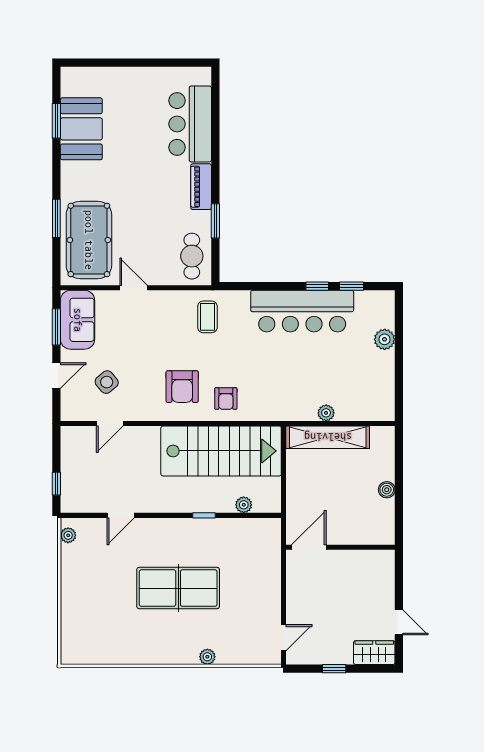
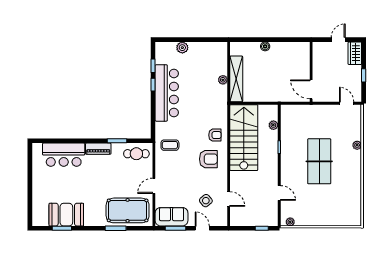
door: (309, 547) -> (311, 89), moved
wall: (340, 547) -> (311, 72), moved

